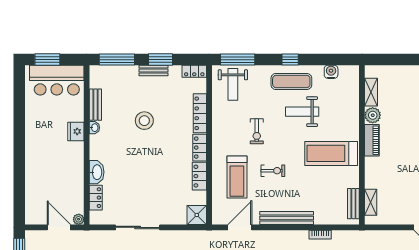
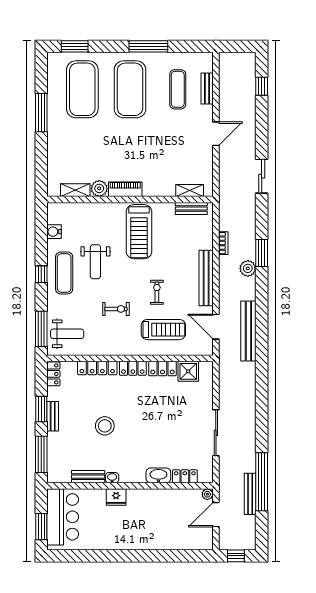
shower: (197, 215) -> (188, 371), moved

